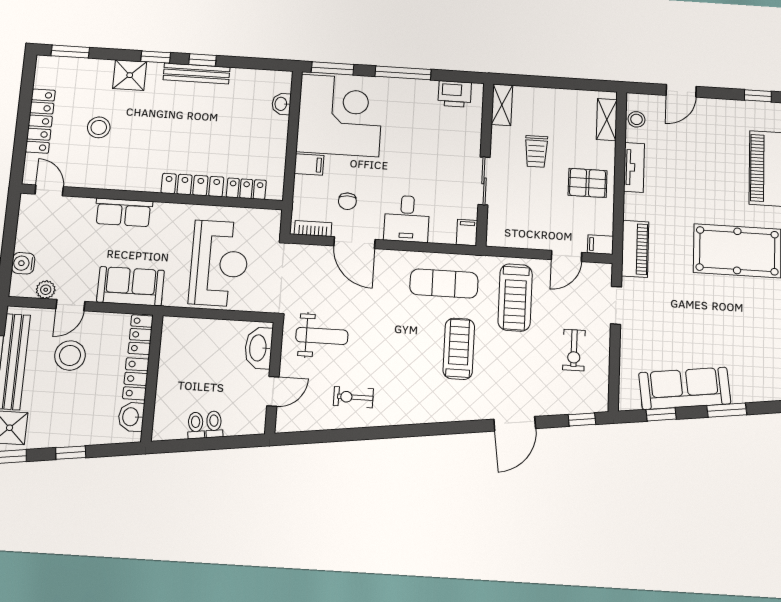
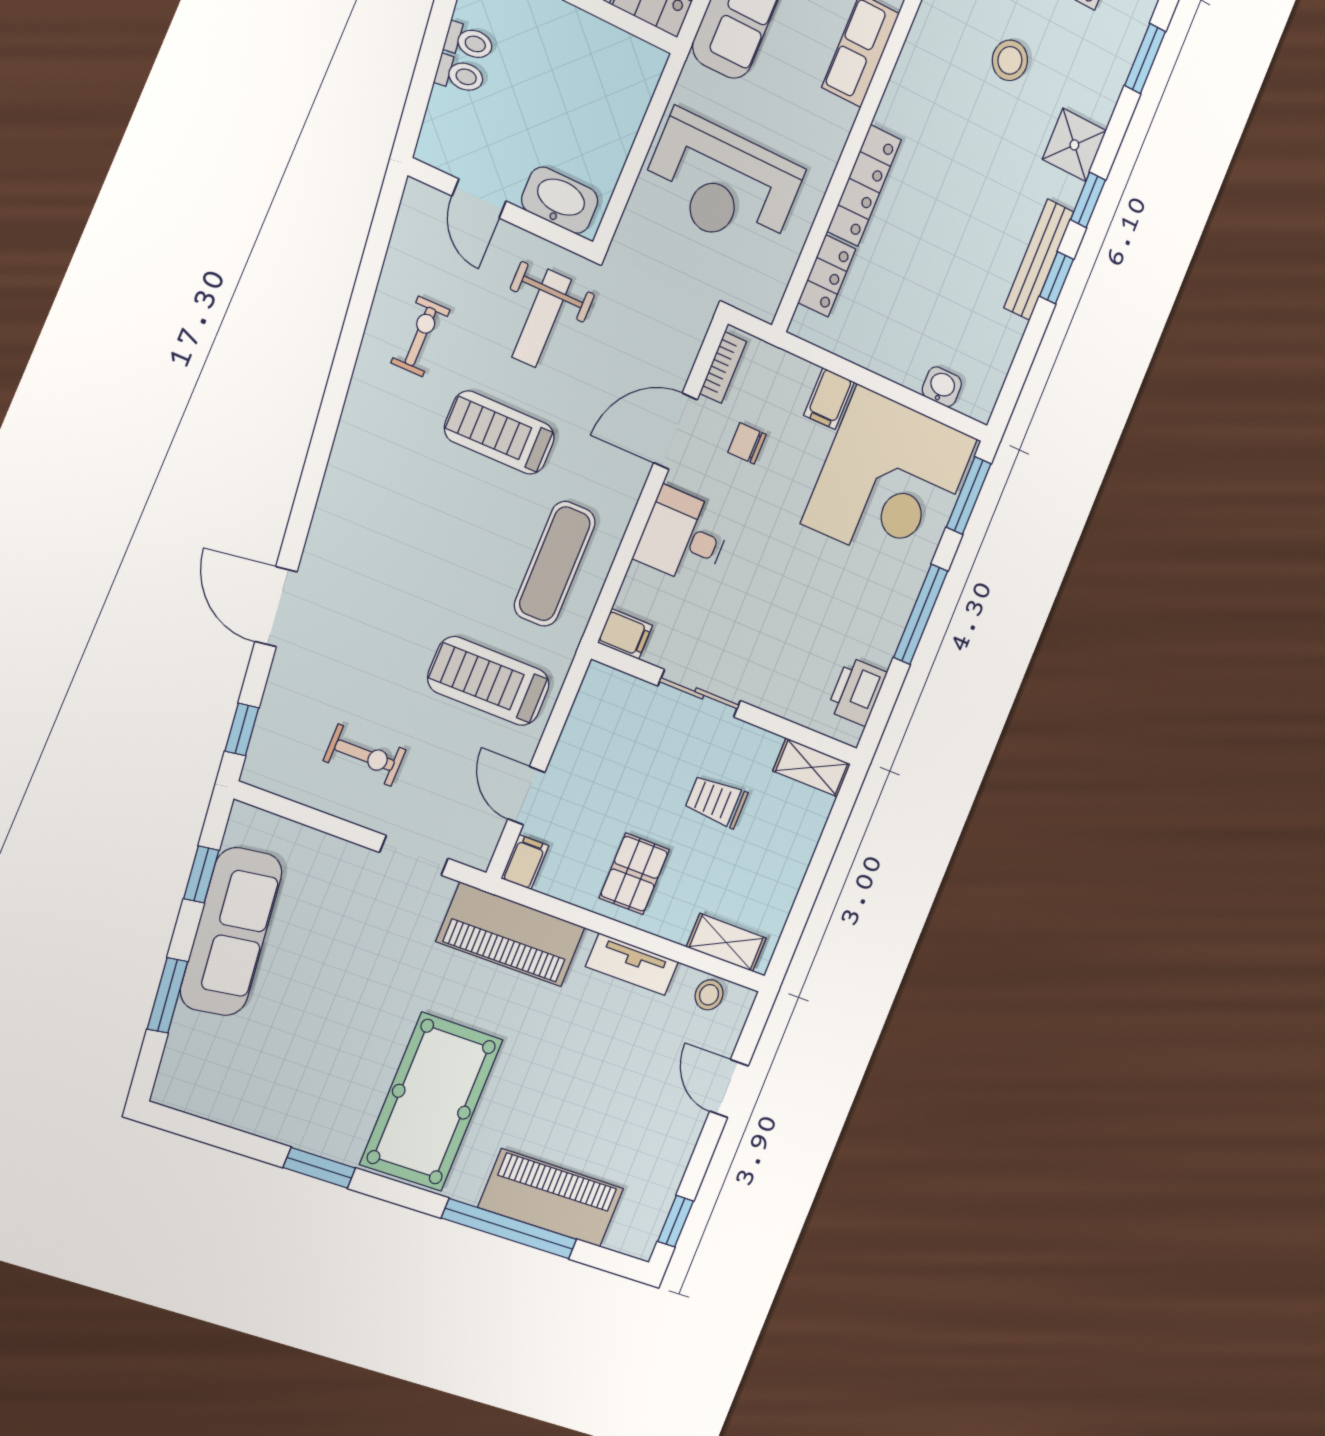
piano: (635, 249) -> (511, 934), width x1.37, depth x1.33
treadmill: (459, 349) -> (499, 433), moved, turned 180
exercise bike: (574, 350) -> (365, 755), turned 180

